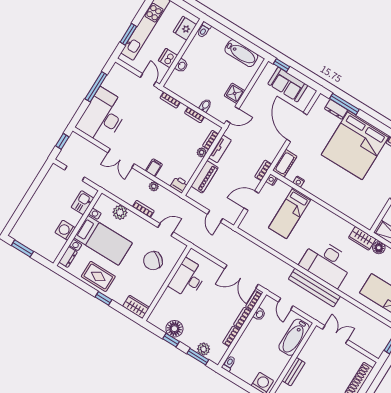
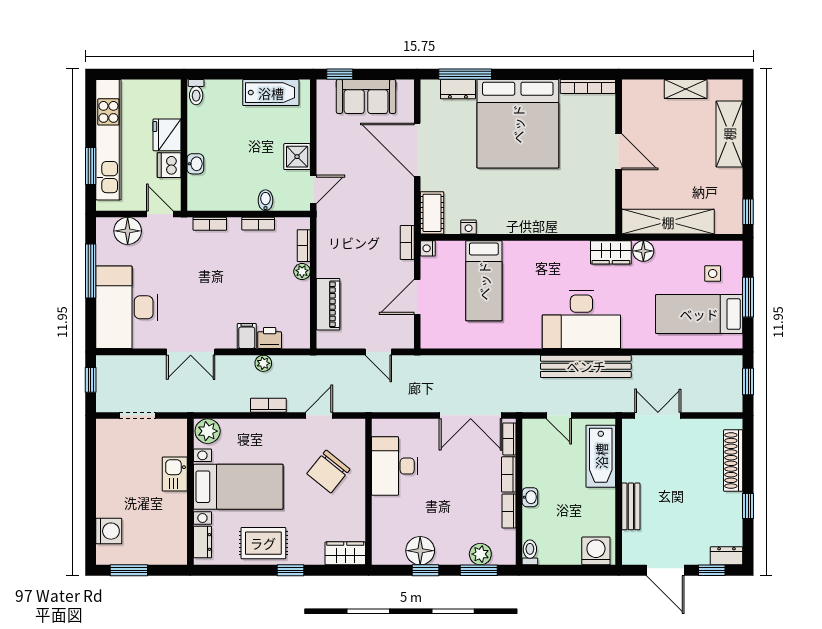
fridge: (185, 28) -> (167, 135), moved
floor lamp: (127, 78) -> (128, 231), added
tv unit: (220, 149) -> (325, 250), removed
printer: (179, 185) -> (270, 338), moved
kitchen sink: (82, 203) -> (175, 474), moved
plant: (120, 212) -> (208, 431), moved
washing machine: (65, 230) -> (109, 531), moved, turned 180
washbasin: (259, 314) -> (530, 497), moved

